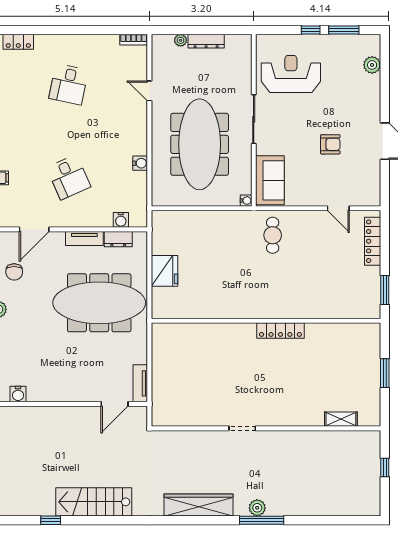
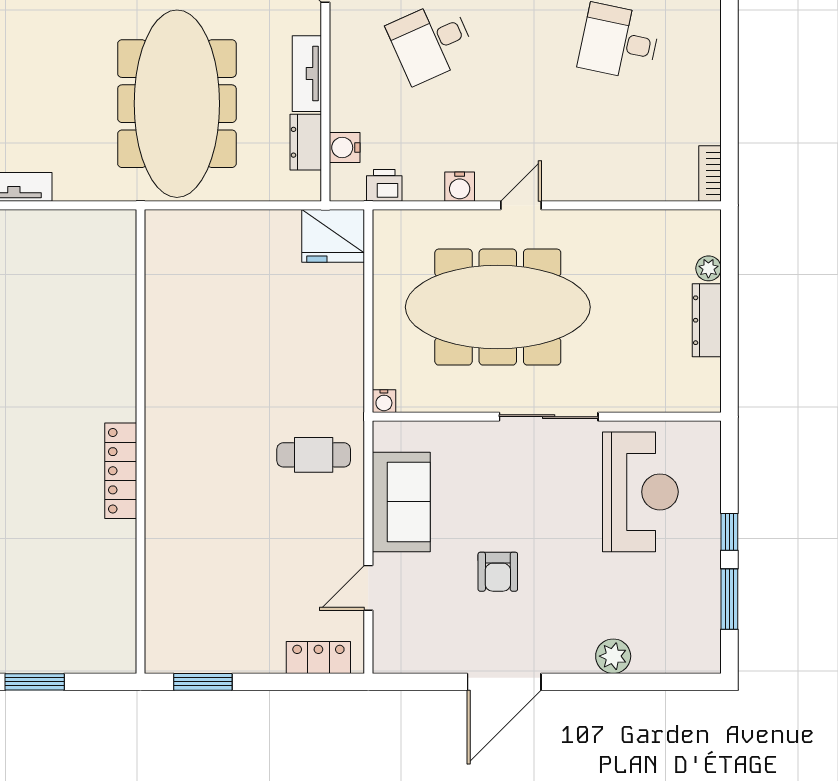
plant: (372, 65) -> (613, 656), moved
door: (149, 91) -> (521, 205), moved
sofa: (270, 180) -> (401, 502), moved, turned -90
printer: (139, 200) -> (384, 185), added
locker: (373, 241) -> (318, 657), width x0.66
fridge: (164, 271) -> (333, 236), moved

